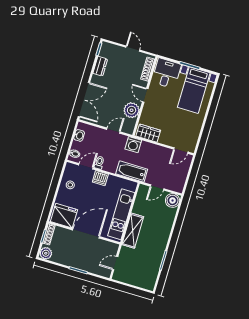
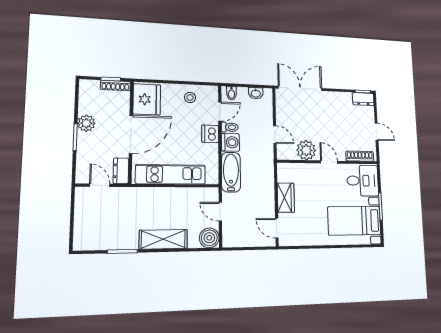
door: (133, 49) -> (377, 132), hinge flipped
dresser: (100, 66) -> (363, 99), moved
door: (145, 95) -> (329, 162), hinge flipped
double door: (84, 100) -> (300, 88), swing flipped
wardrobe: (148, 133) -> (286, 198), moved
washing machine: (133, 145) -> (230, 142), moved, turned 180
door: (86, 166) -> (220, 112), hinge flipped
shelving: (133, 231) -> (163, 239), moved
door: (86, 233) -> (131, 134), hinge flipped
dresser: (109, 247) -> (121, 171), added
plant: (46, 253) -> (86, 123), moved

